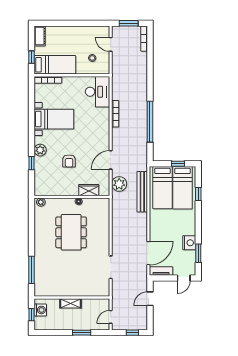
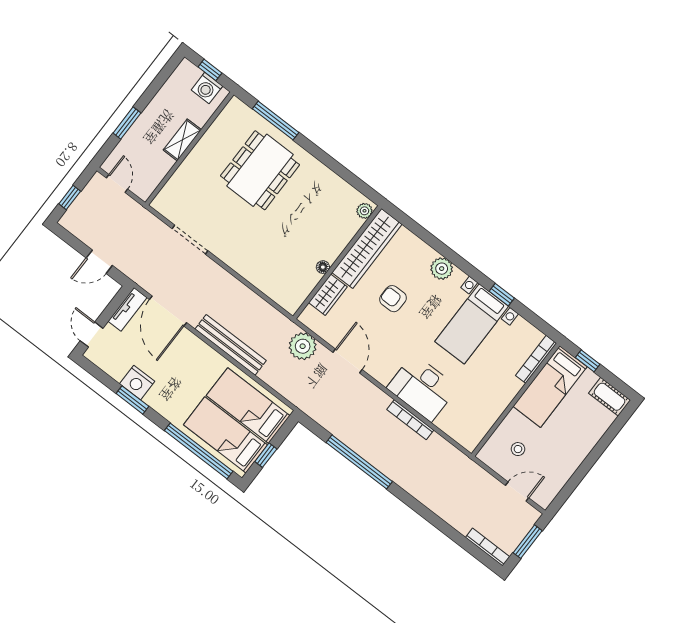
desk: (98, 92) -> (422, 388), moved
window: (32, 163) -> (502, 295), moved
wardrobe: (56, 189) -> (367, 248), added
bench: (142, 192) -> (231, 345), moved
window: (198, 194) -> (199, 451), width x3.17
dining table: (71, 232) -> (260, 170), moved, turned 90
window: (198, 253) -> (132, 400), moved
door: (150, 299) -> (99, 262), swing flipped

